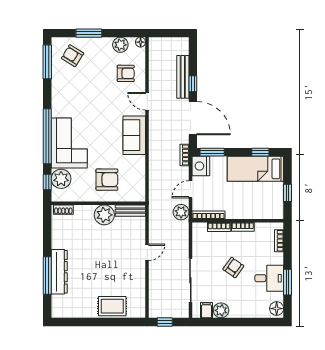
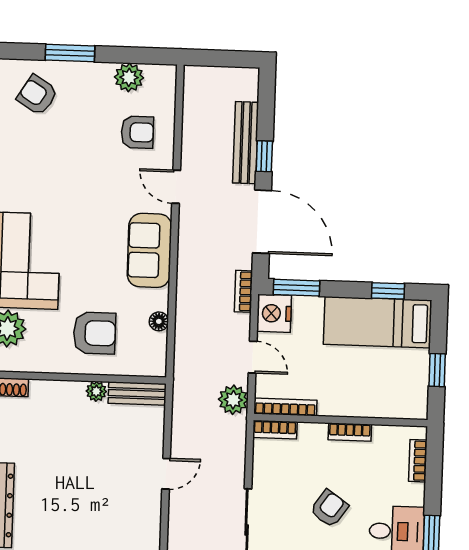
floor lamp: (141, 42) -> (159, 321), moved
door: (190, 189) -> (253, 357), swing flipped
plant: (104, 215) -> (96, 391), width x0.53, depth x0.53
bookcase: (219, 227) -> (275, 430), moved

